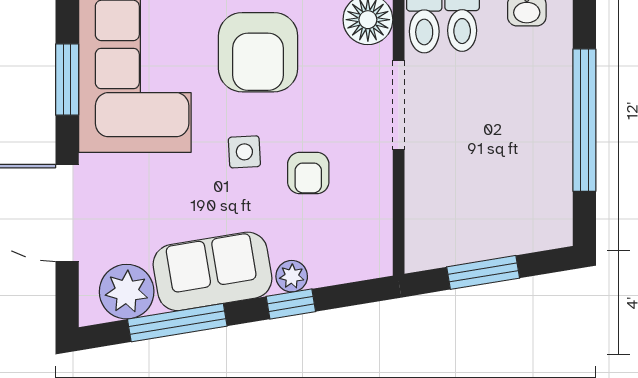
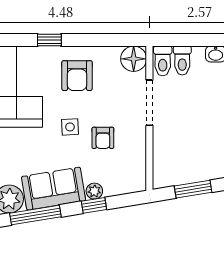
armchair: (258, 52) -> (77, 76), width x0.73, depth x0.73

